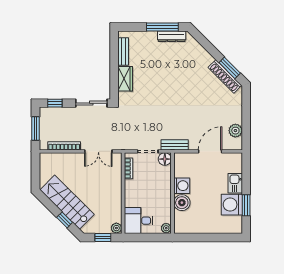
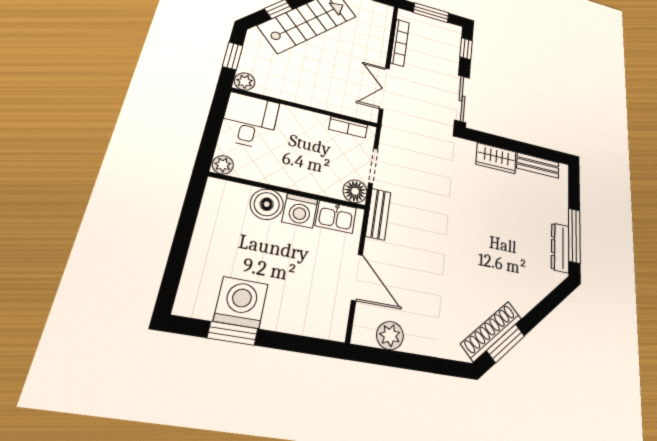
kitchen sink: (235, 183) -> (336, 217), moved, turned 180

